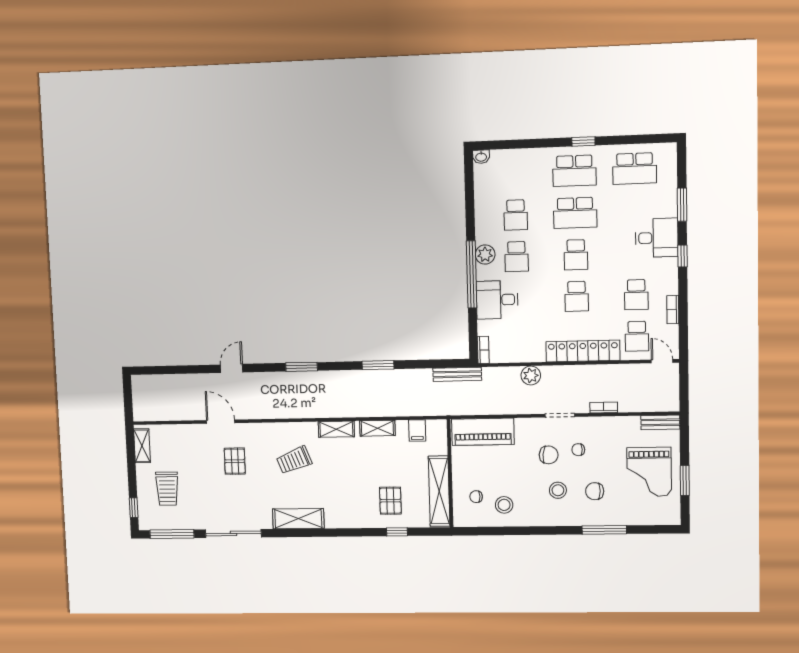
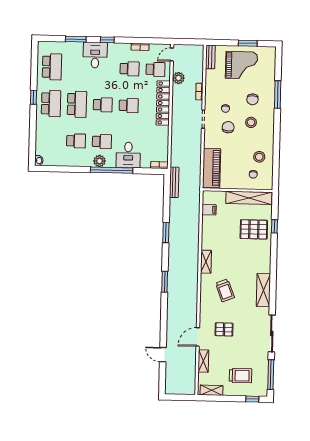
door: (232, 368) -> (163, 355), moved
plant: (531, 375) -> (178, 78), moved
shelving: (377, 428) -> (203, 361), moved
pallet: (390, 501) -> (254, 229), width x1.50, depth x1.42

